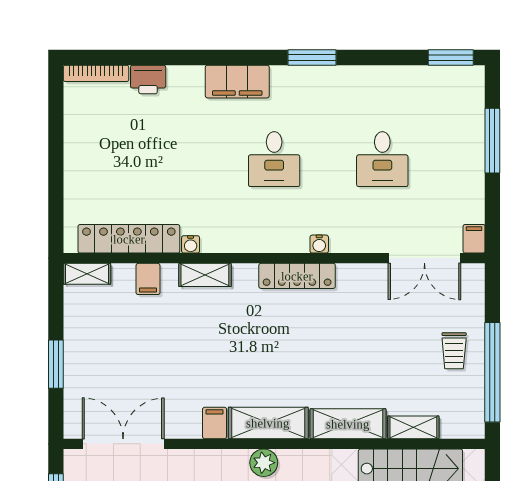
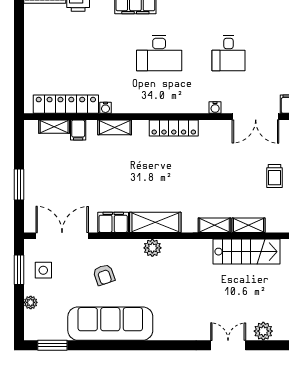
desk: (274, 159) -> (159, 53), width x1.37
water cooler: (319, 244) -> (215, 108), moved
shelving: (87, 274) -> (54, 127), moved
filing cabinet: (215, 423) -> (113, 222), width x2.00
shelving: (348, 424) -> (215, 225), width x0.67, depth x0.75

